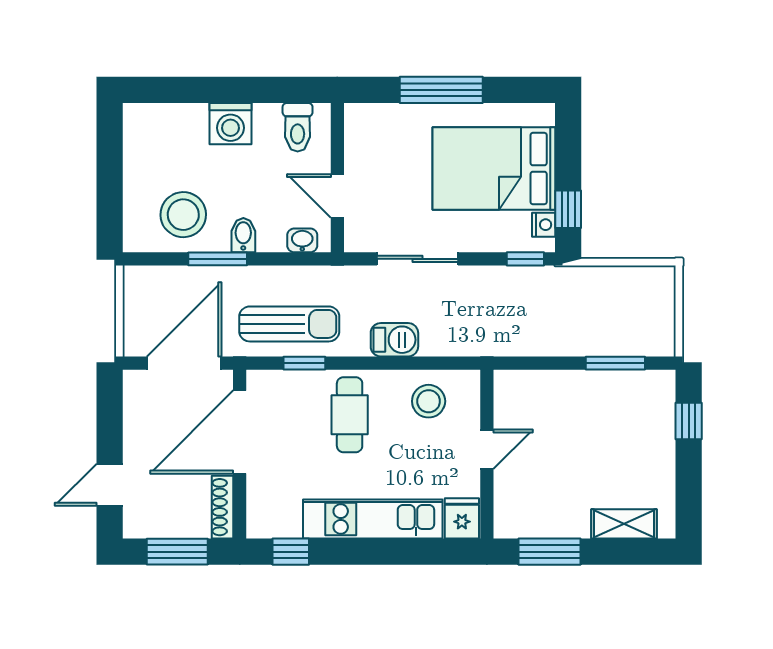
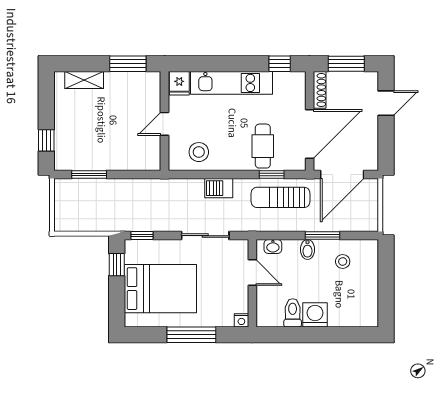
toilet: (298, 127) -> (293, 313), moved
stool: (183, 215) -> (343, 262), width x0.53, depth x0.53
nightstand: (544, 225) -> (241, 320), moved, turned -90
cafe table: (350, 415) -> (263, 146), moved

